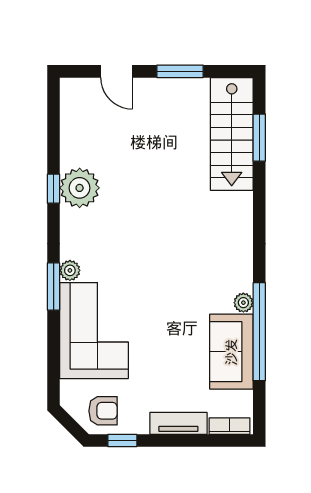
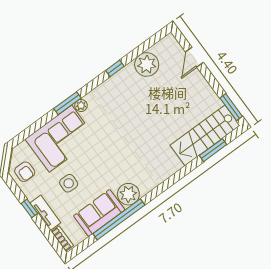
window: (180, 71) -> (231, 107), moved
plant: (80, 188) -> (147, 64), moved
plant: (243, 303) -> (128, 194), width x1.87, depth x1.87
side table: (162, 363) -> (69, 183), added
window: (122, 441) -> (29, 208), moved

